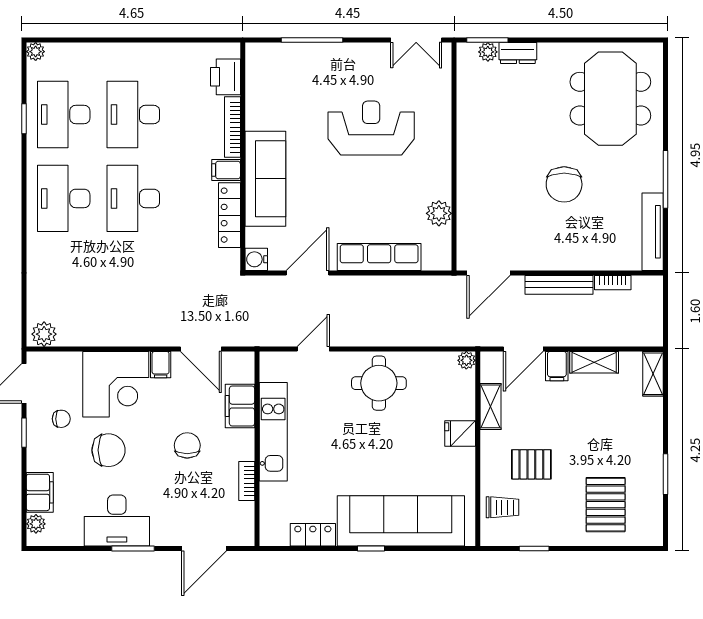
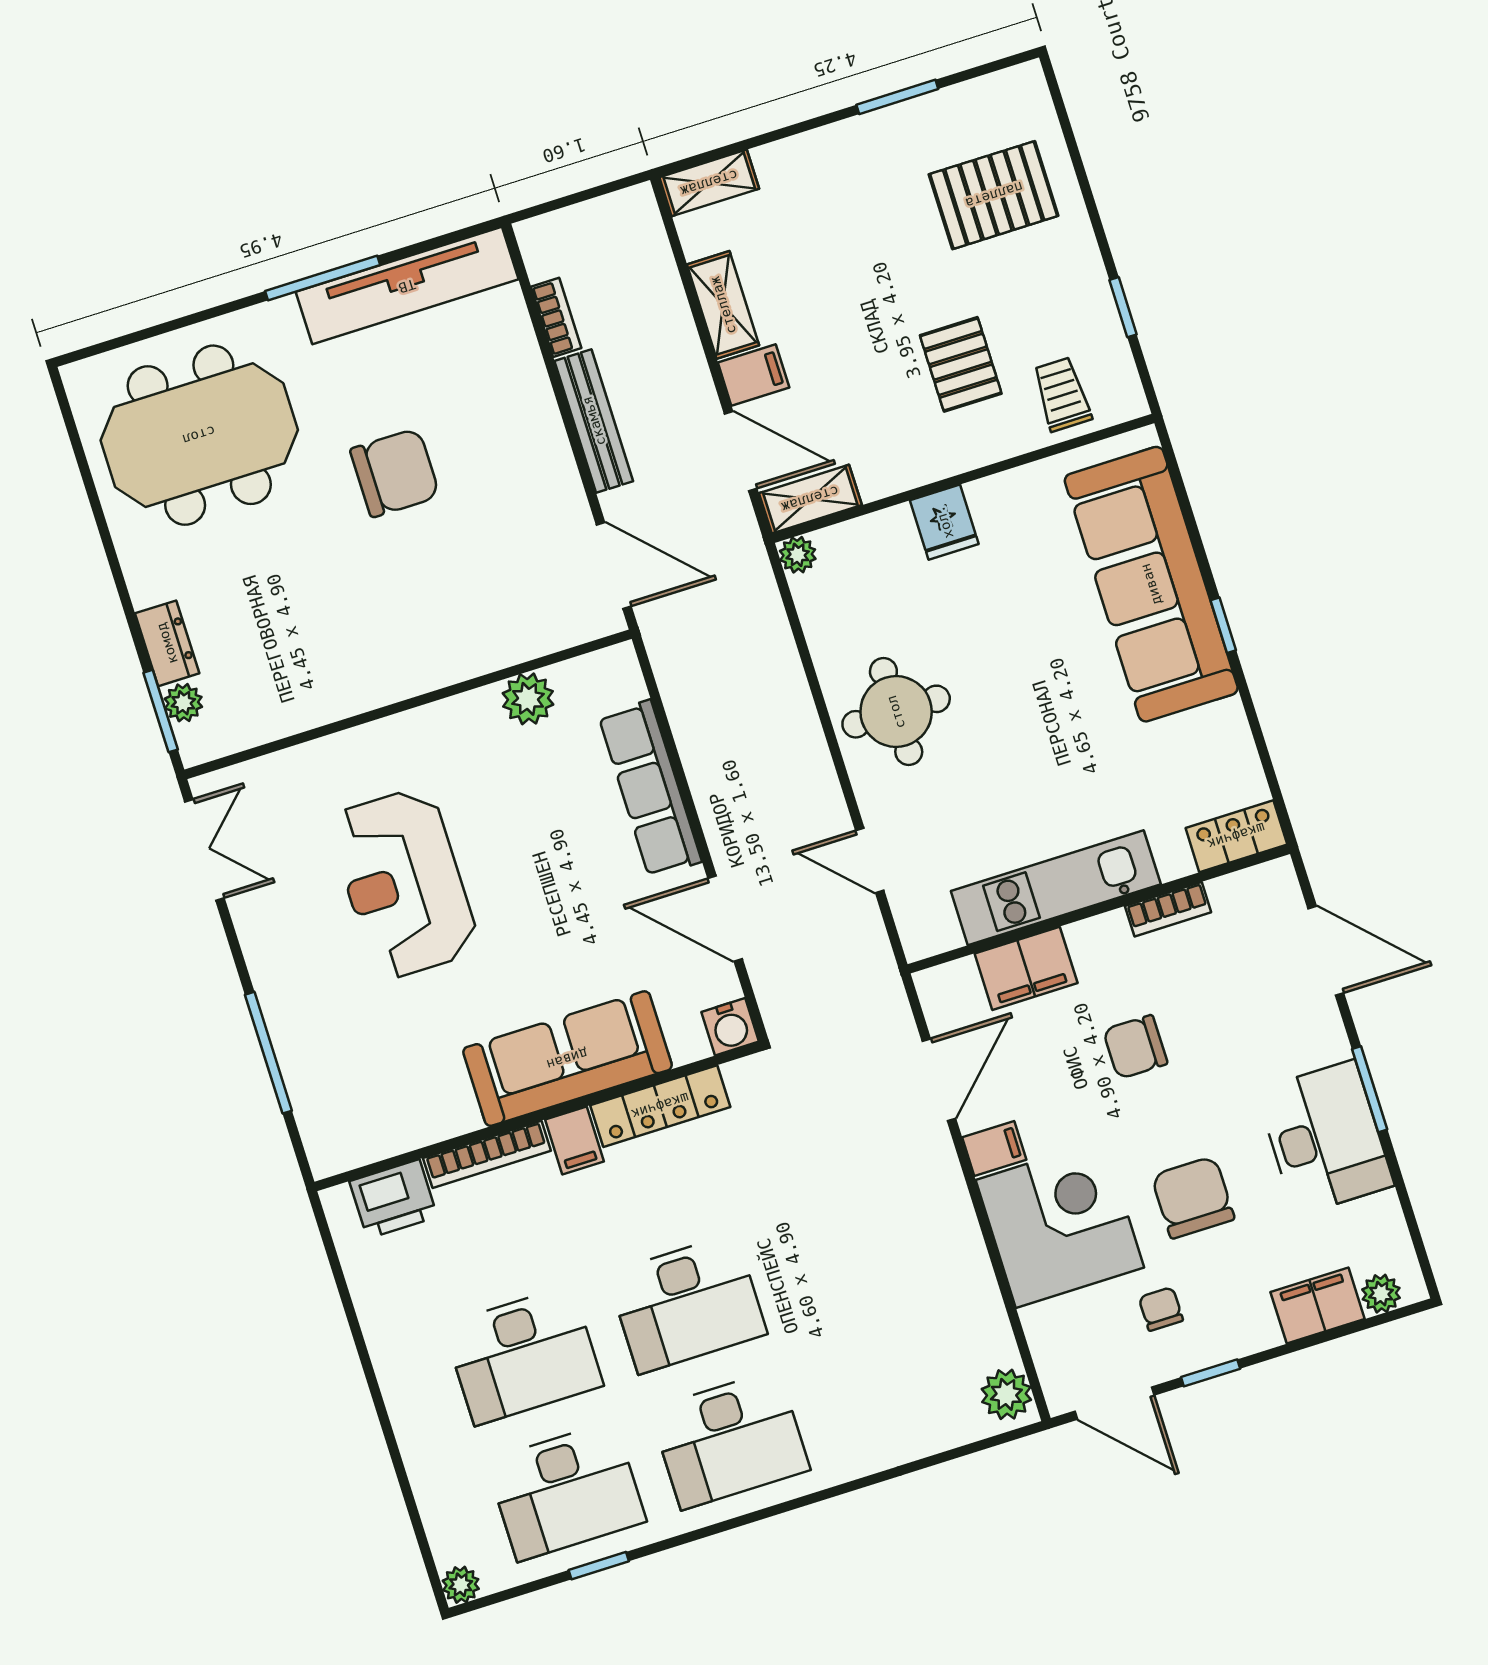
tv unit: (653, 232) -> (407, 286), width x1.36, depth x1.29
shelving: (491, 406) -> (810, 499), moved
locker: (313, 535) -> (1236, 836), moved, turned 90

